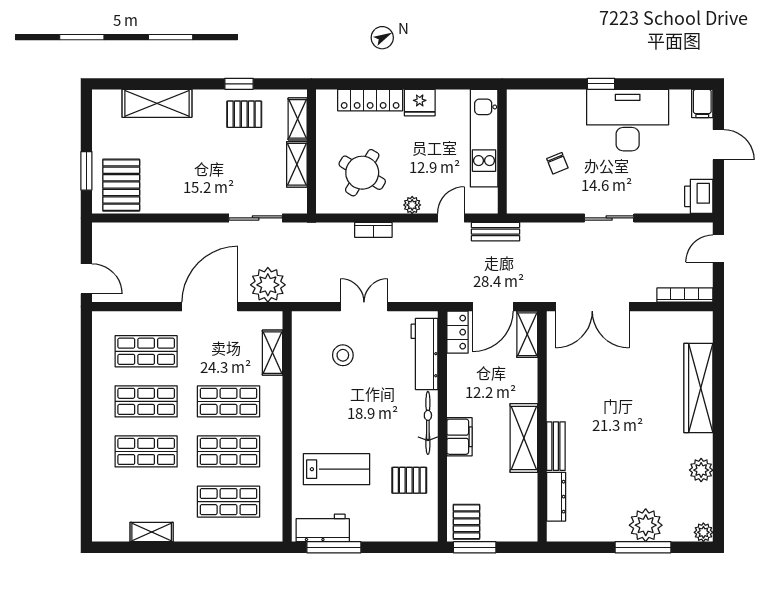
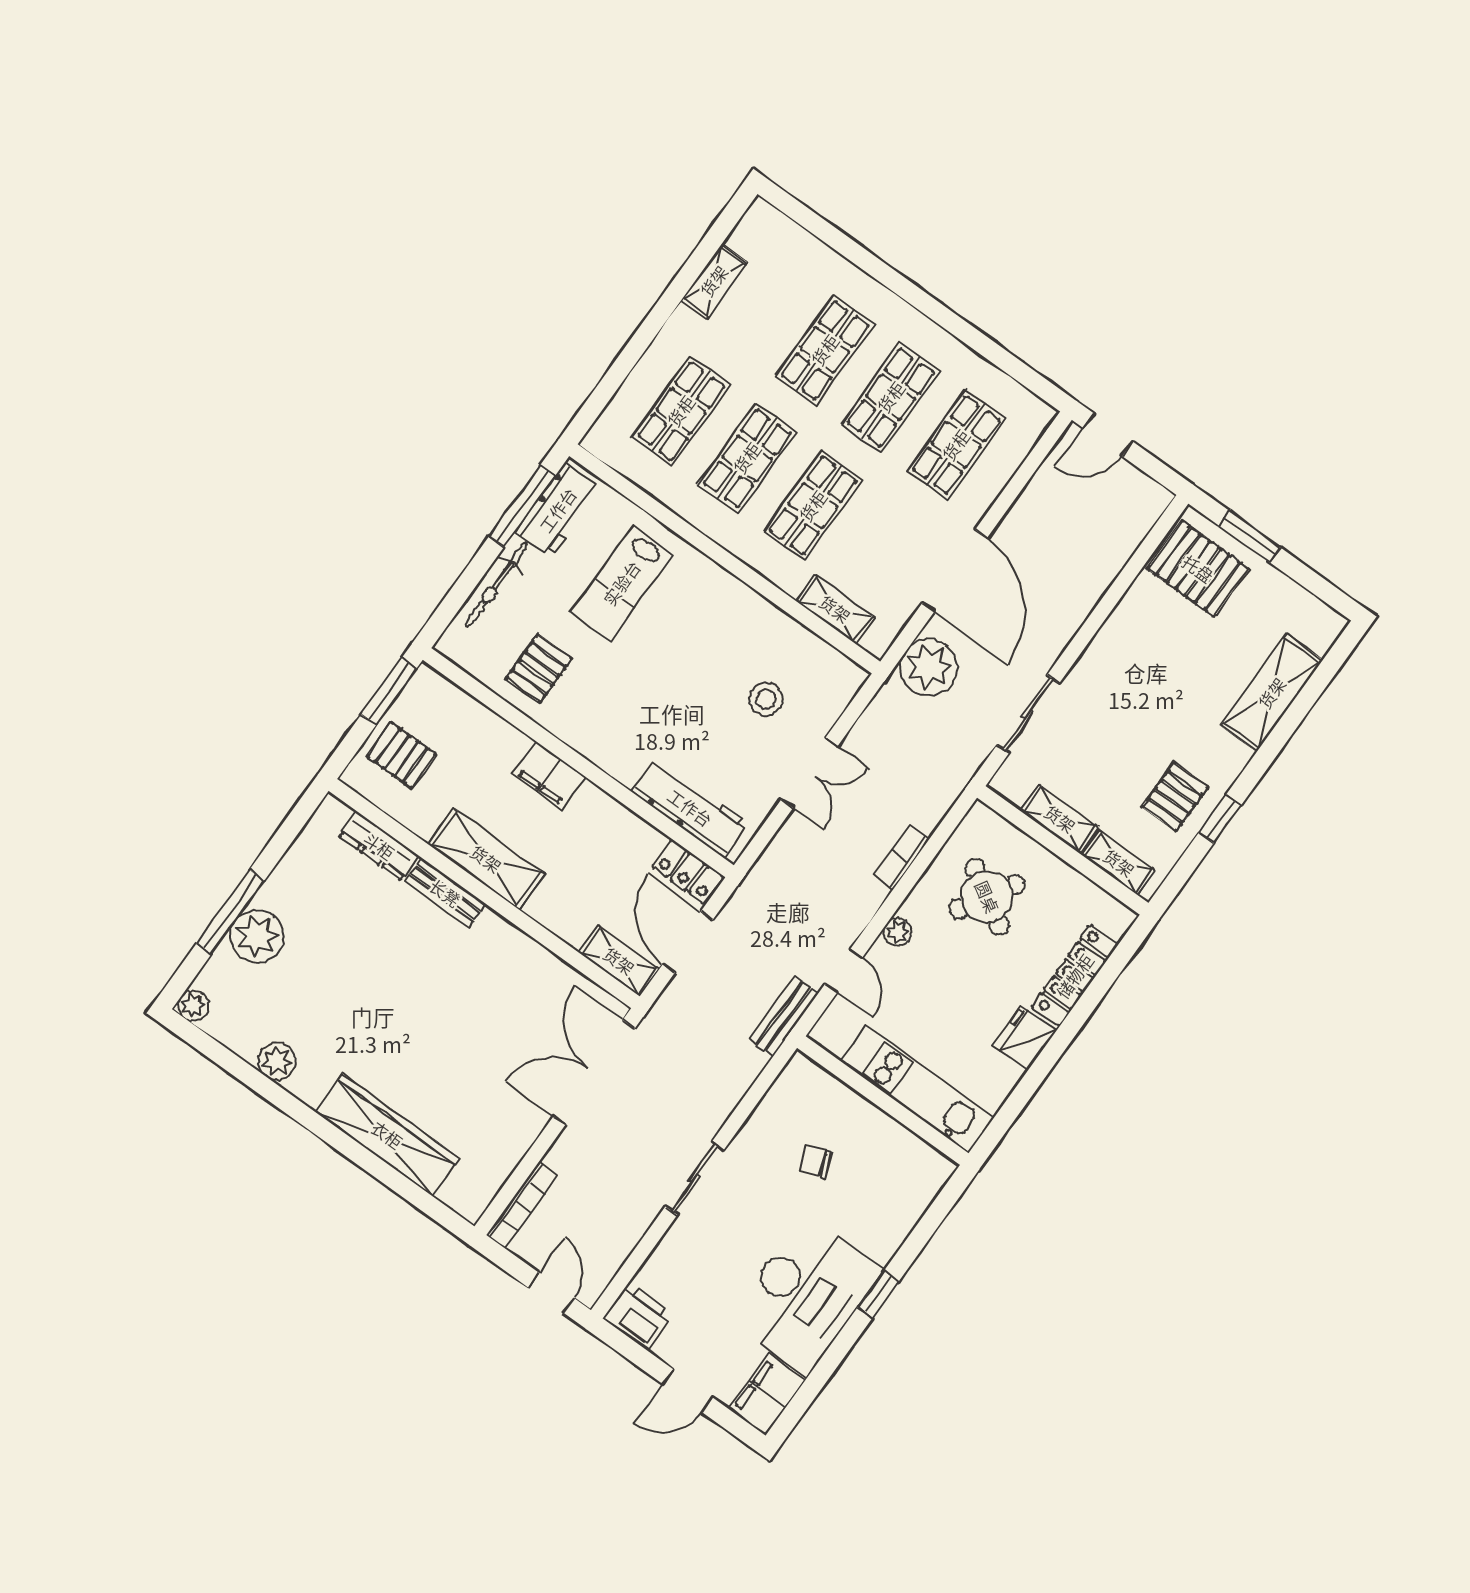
filing cabinet: (702, 104) -> (767, 1395), width x2.00
bicycle: (428, 423) -> (496, 585), moved, turned 90
pallet: (466, 522) -> (402, 755), moved

